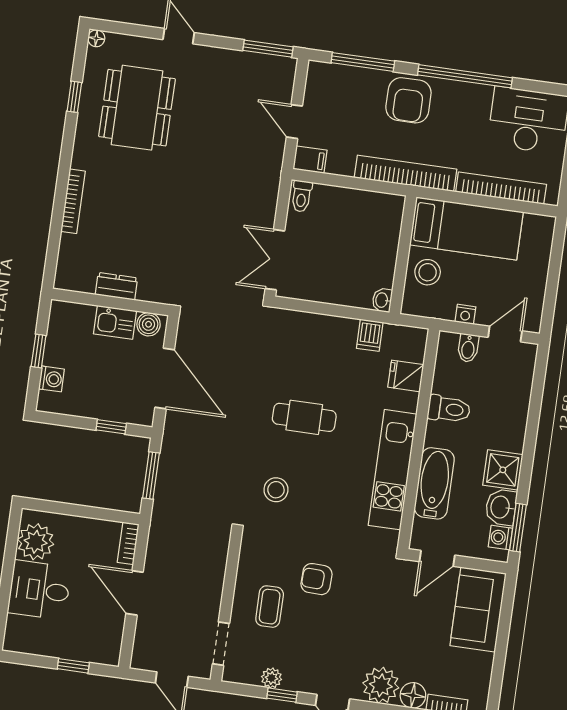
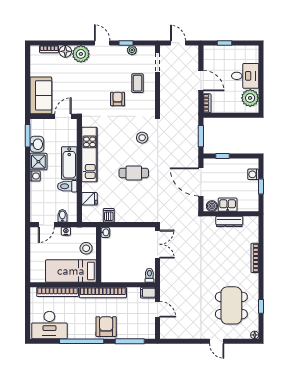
window: (268, 49) -> (175, 341), removed
dresser: (116, 286) -> (229, 221), width x1.44
bathtub: (434, 483) -> (69, 163), moved
washing machine: (500, 538) -> (35, 176), moved
armchair: (316, 579) -> (118, 99), turned -92

